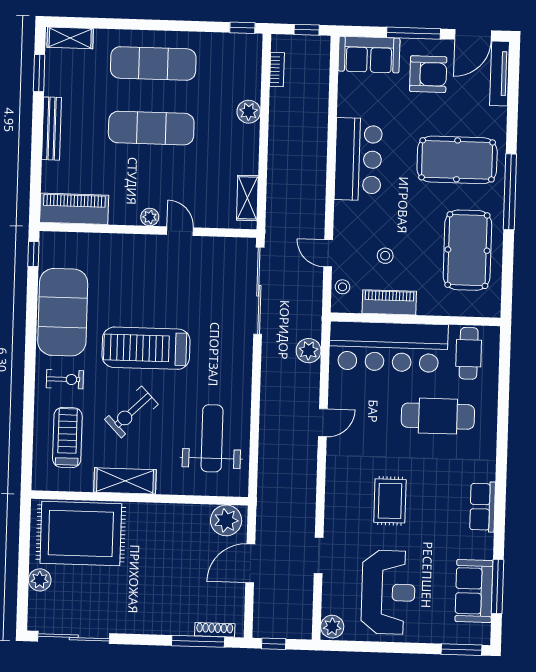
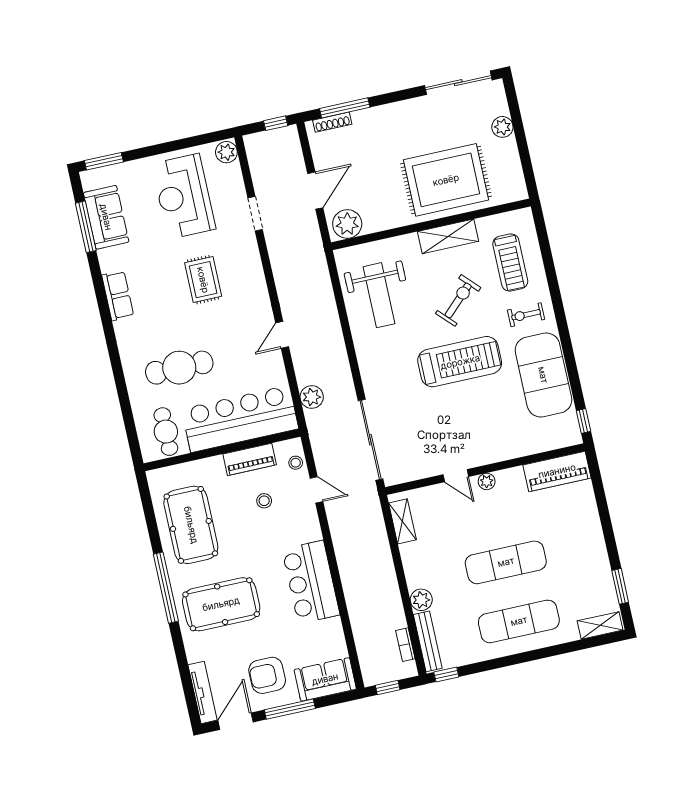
bench: (51, 129) -> (428, 641), moved
rug: (81, 534) -> (446, 180), moved

